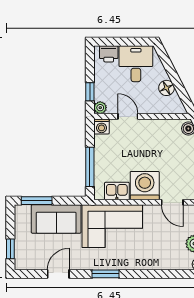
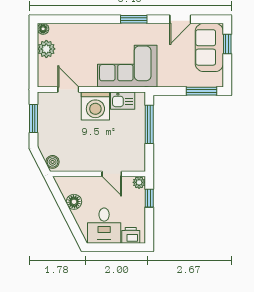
washing machine: (102, 126) -> (138, 164), removed
sofa: (56, 219) -> (209, 47), moved, turned -90

